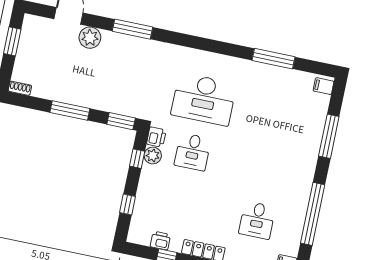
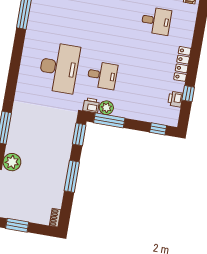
window: (137, 159) -> (109, 120), width x2.17
window: (128, 204) -> (158, 129), moved

